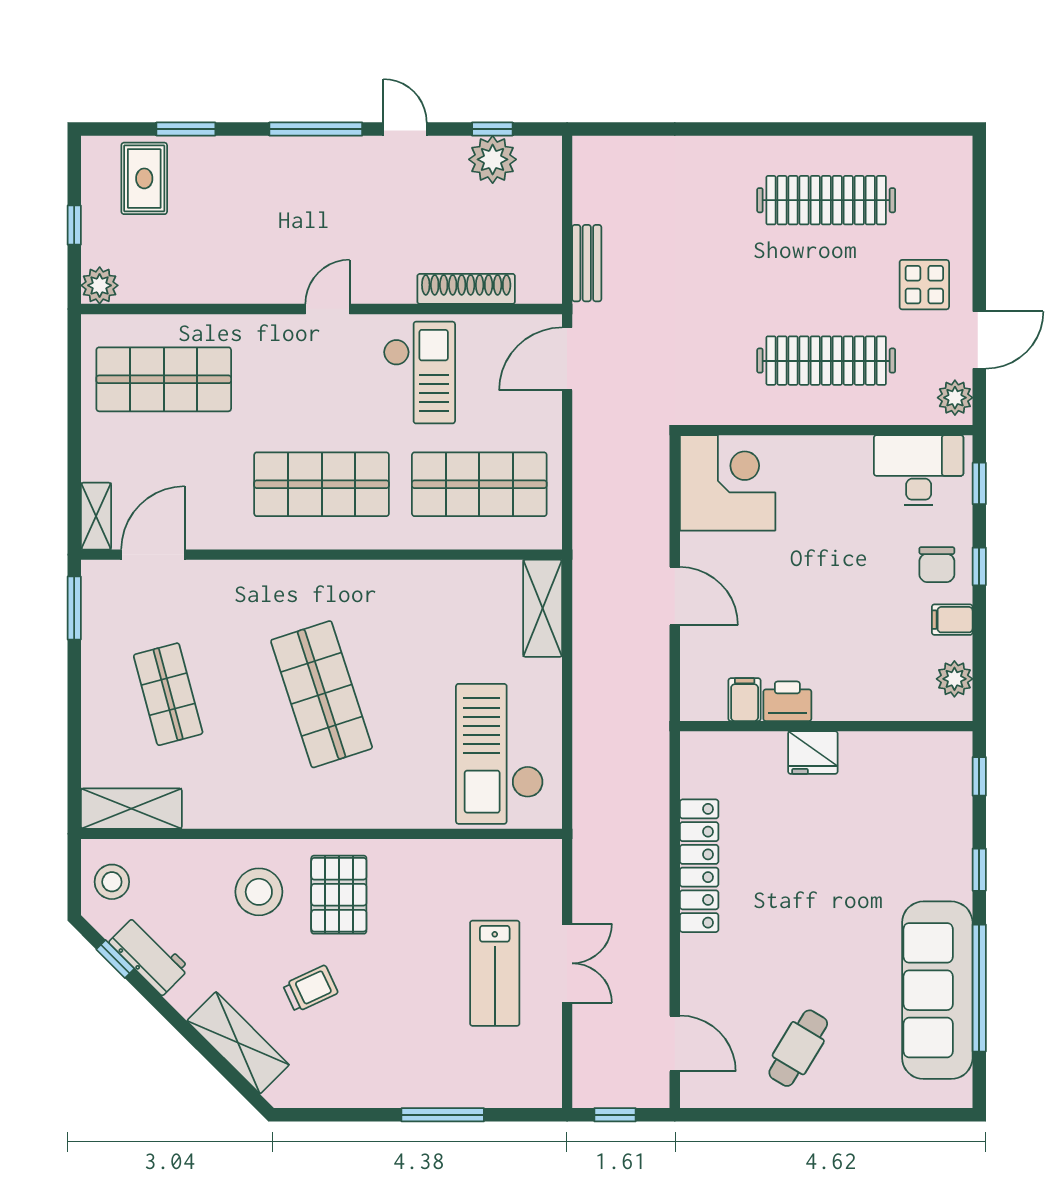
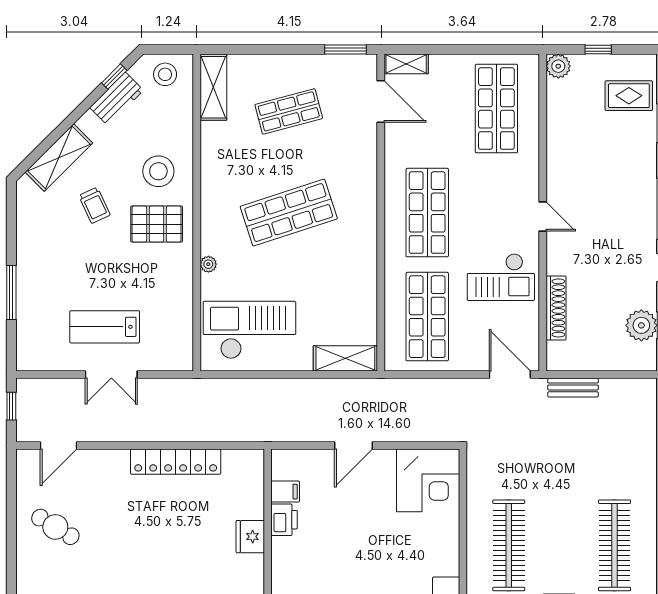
plant: (400, 816) -> (208, 264), added

